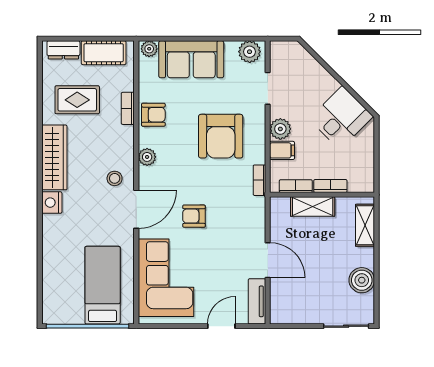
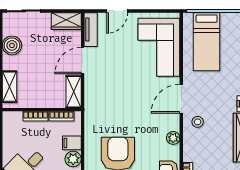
bookcase: (259, 180) -> (89, 120), removed
shelving: (313, 207) -> (74, 92), moved, turned 90
armchair: (194, 216) -> (138, 94), removed
door: (268, 260) -> (83, 61), hinge flipped
wardrobe: (290, 313) -> (66, 21), added

